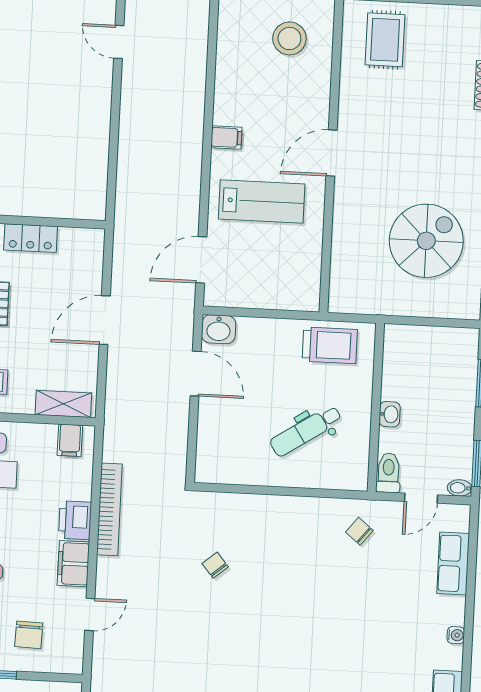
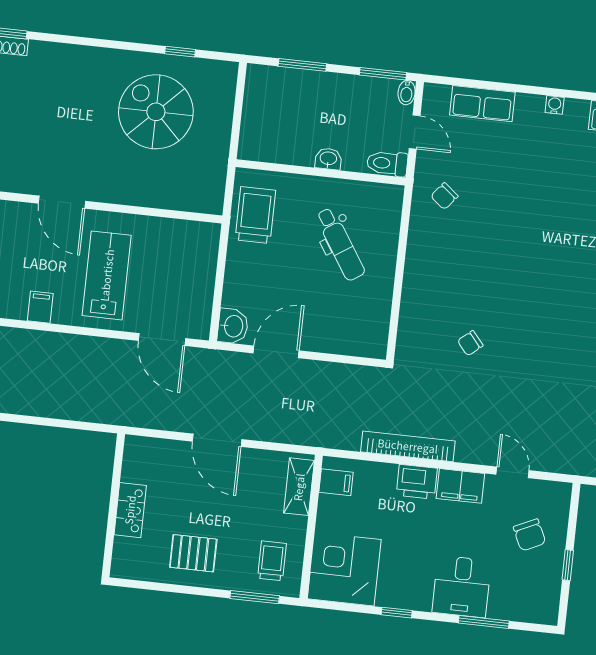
chair: (29, 635) -> (530, 535), turned 63

